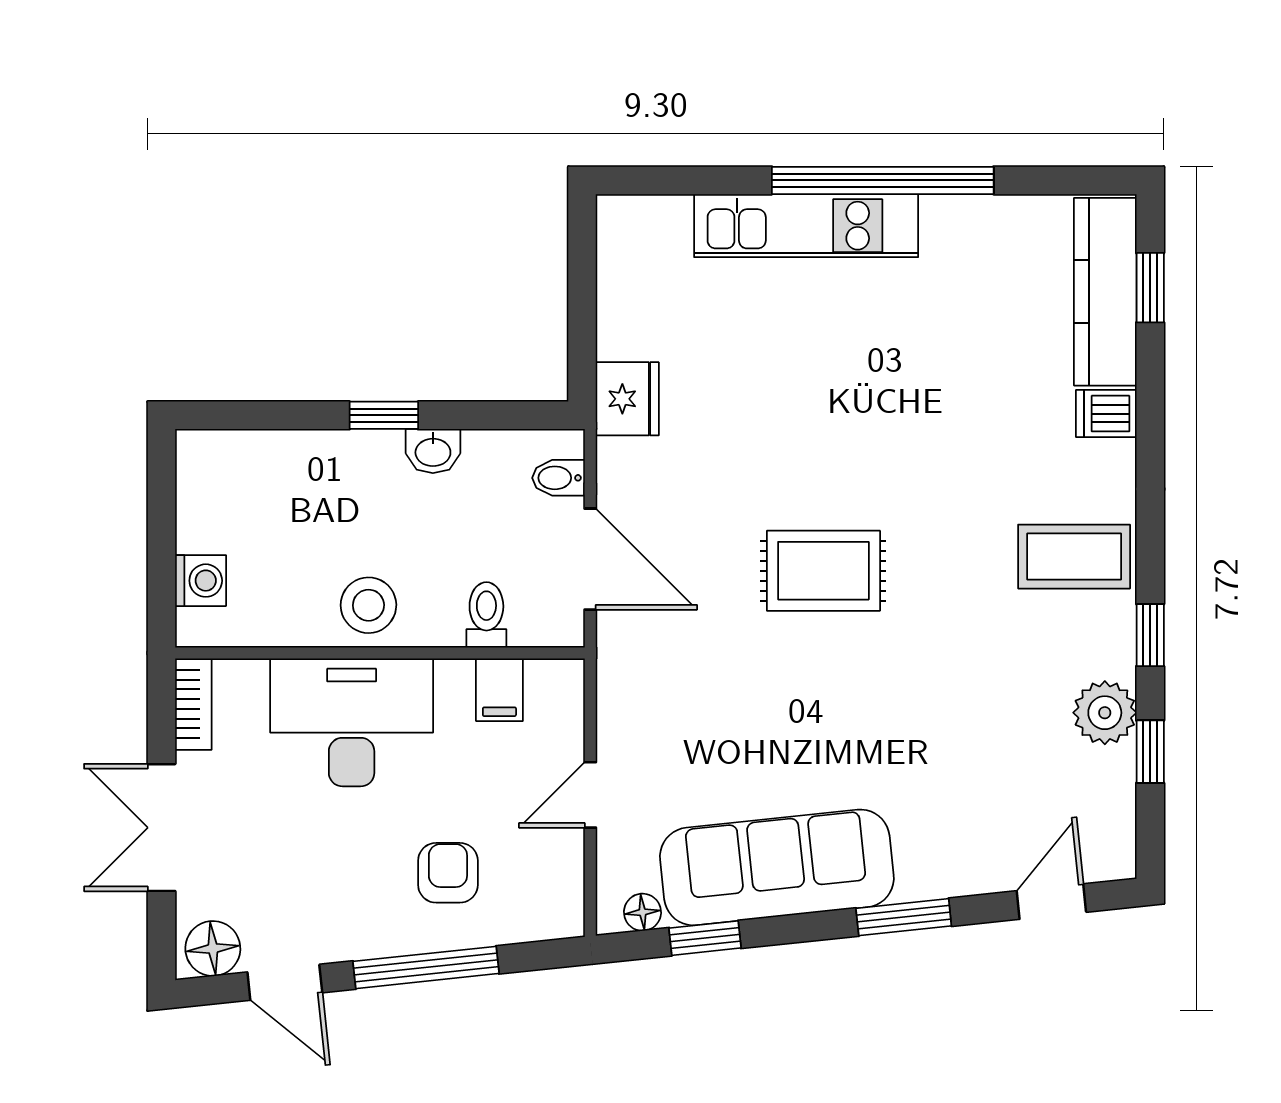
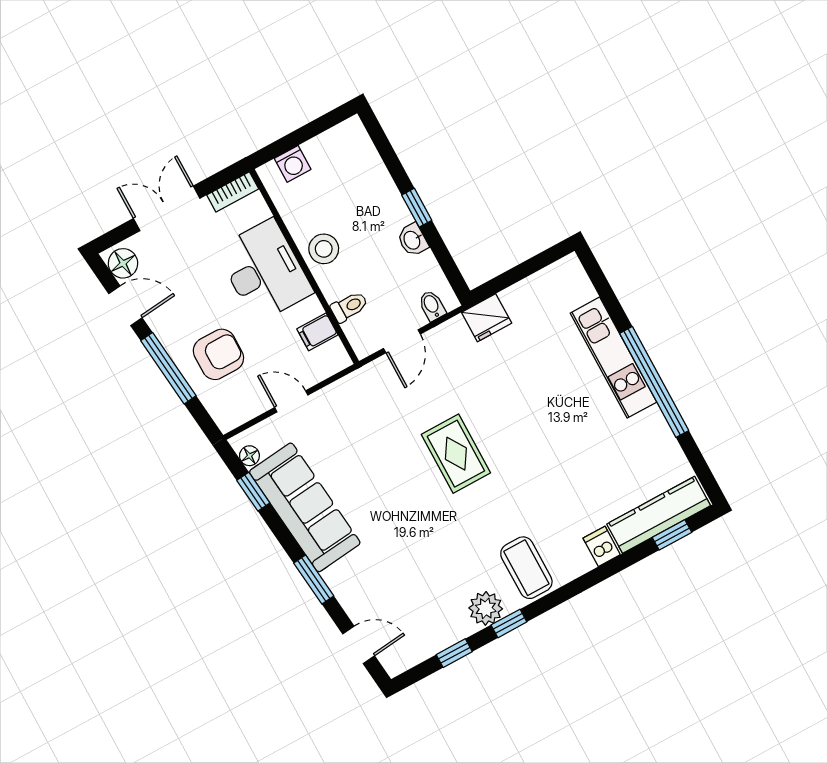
door: (590, 559) -> (402, 341), width x0.73
plant: (1105, 713) -> (486, 608), moved
armchair: (448, 873) -> (218, 354), width x1.38, depth x1.38
door: (285, 982) -> (125, 306), swing flipped

